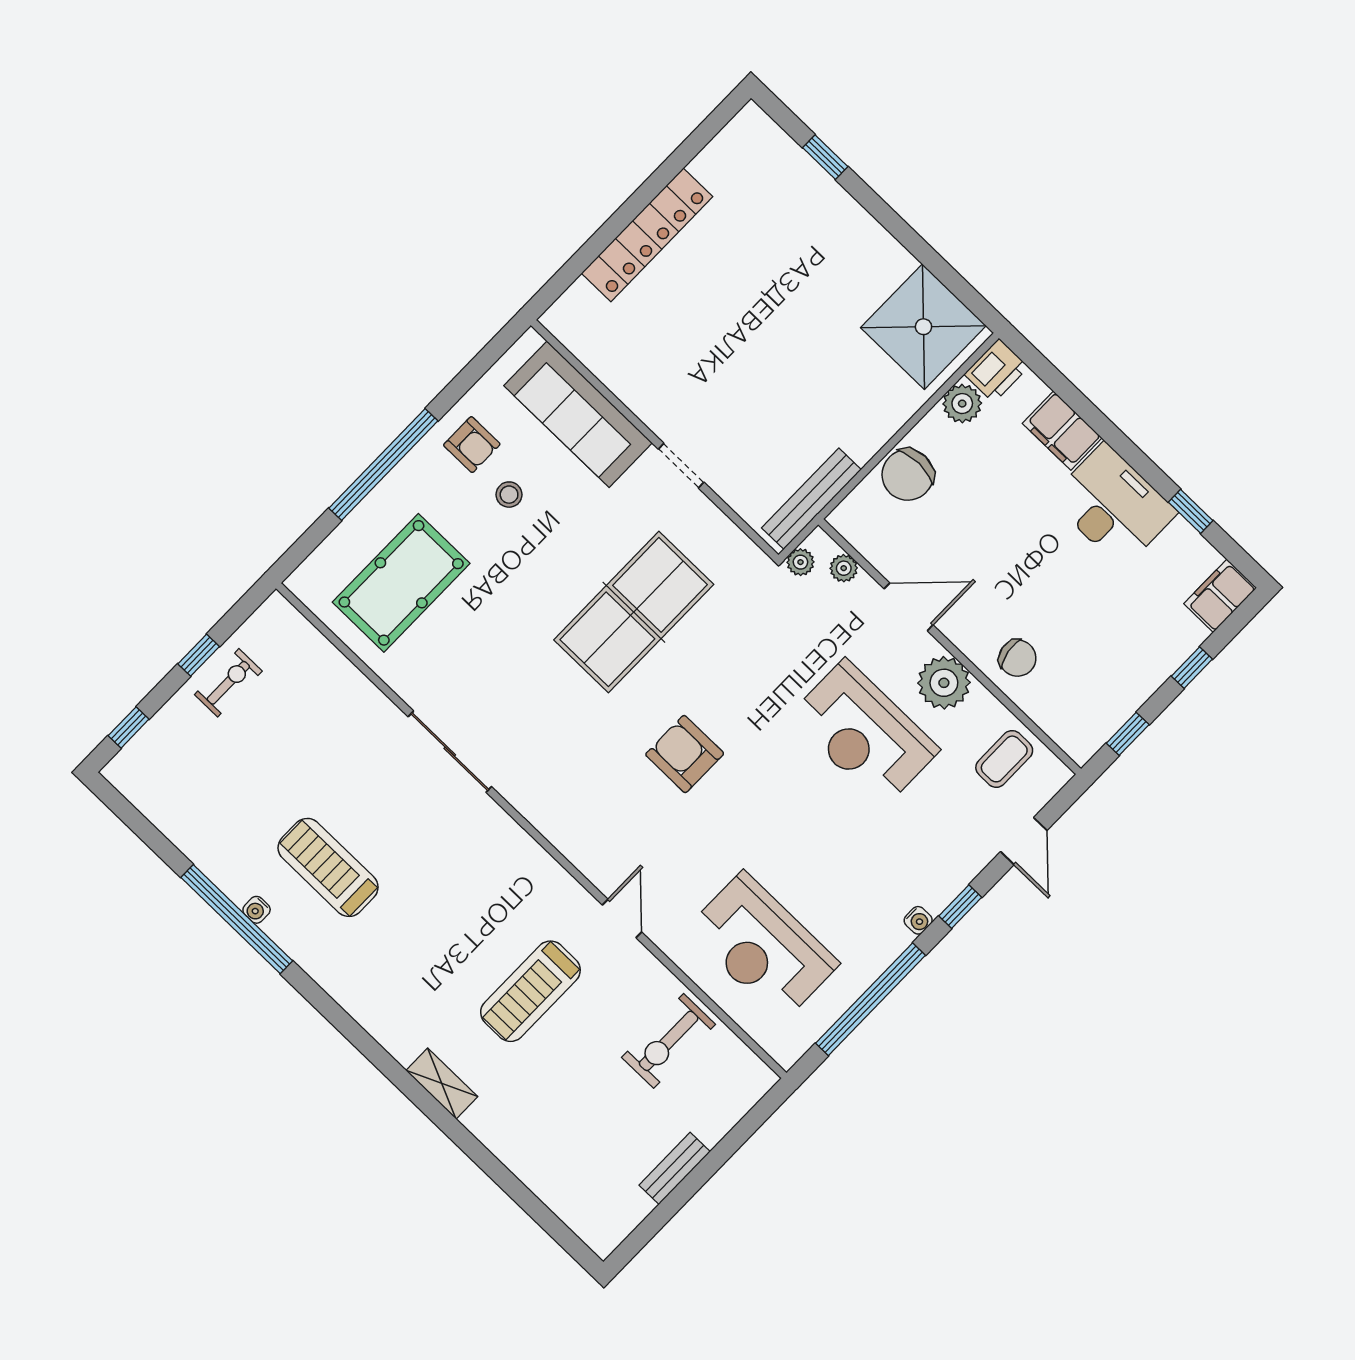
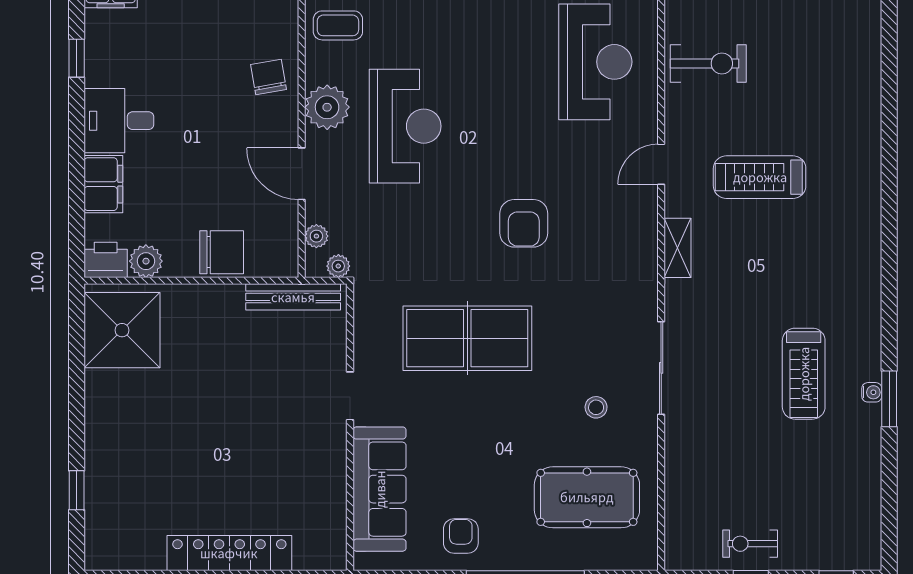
stool: (509, 495) -> (596, 407), moved
desk: (1113, 506) -> (119, 121), width x0.73
window: (237, 919) -> (889, 399), width x0.47
treadmill: (530, 991) -> (760, 177), turned 180
shelving: (442, 1084) -> (678, 248), moved

